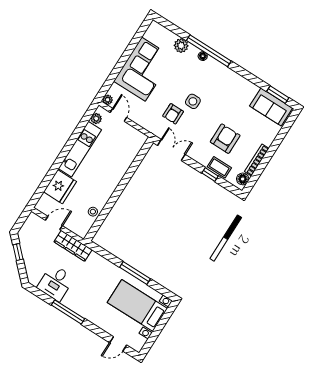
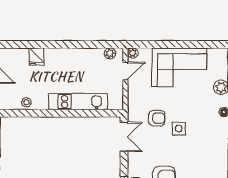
armchair: (173, 114) -> (157, 118), turned 180
kitchen unit: (80, 149) -> (78, 102), moved, turned 180
fridge: (60, 187) -> (36, 57), width x0.53, depth x0.75

